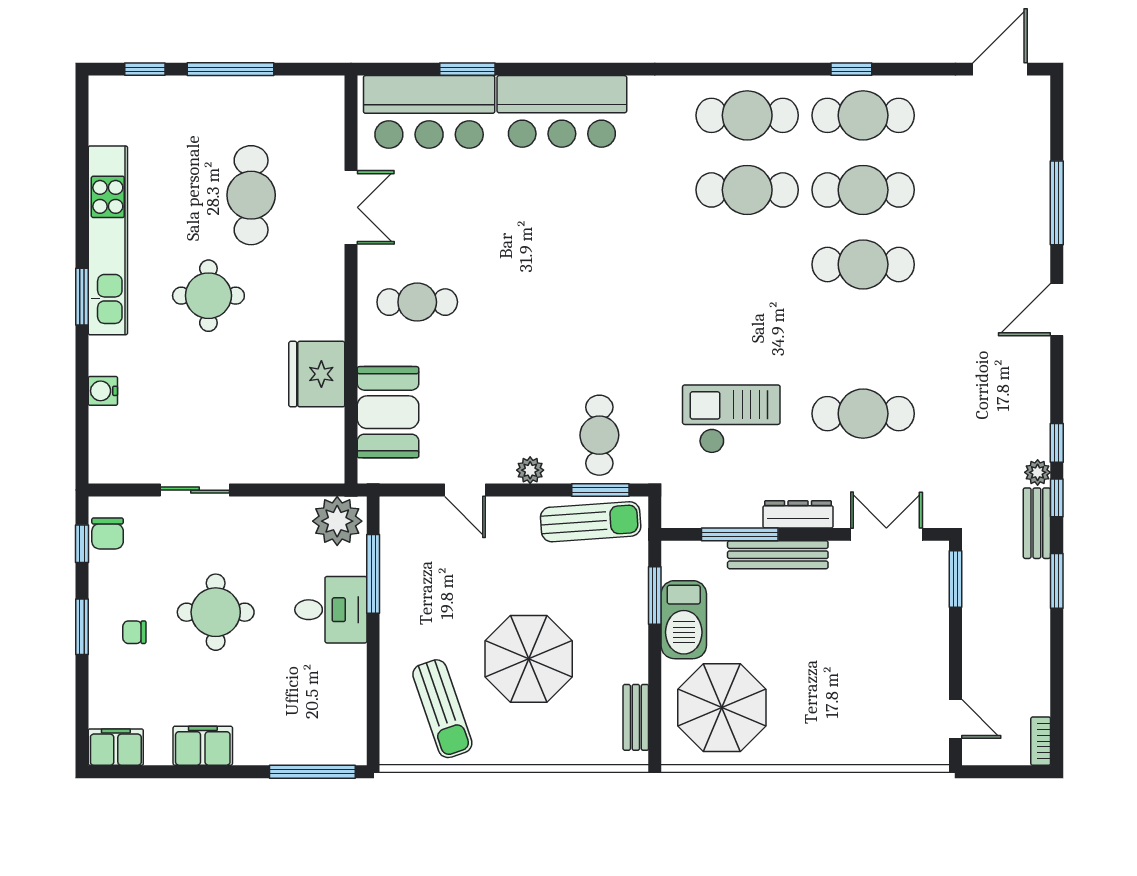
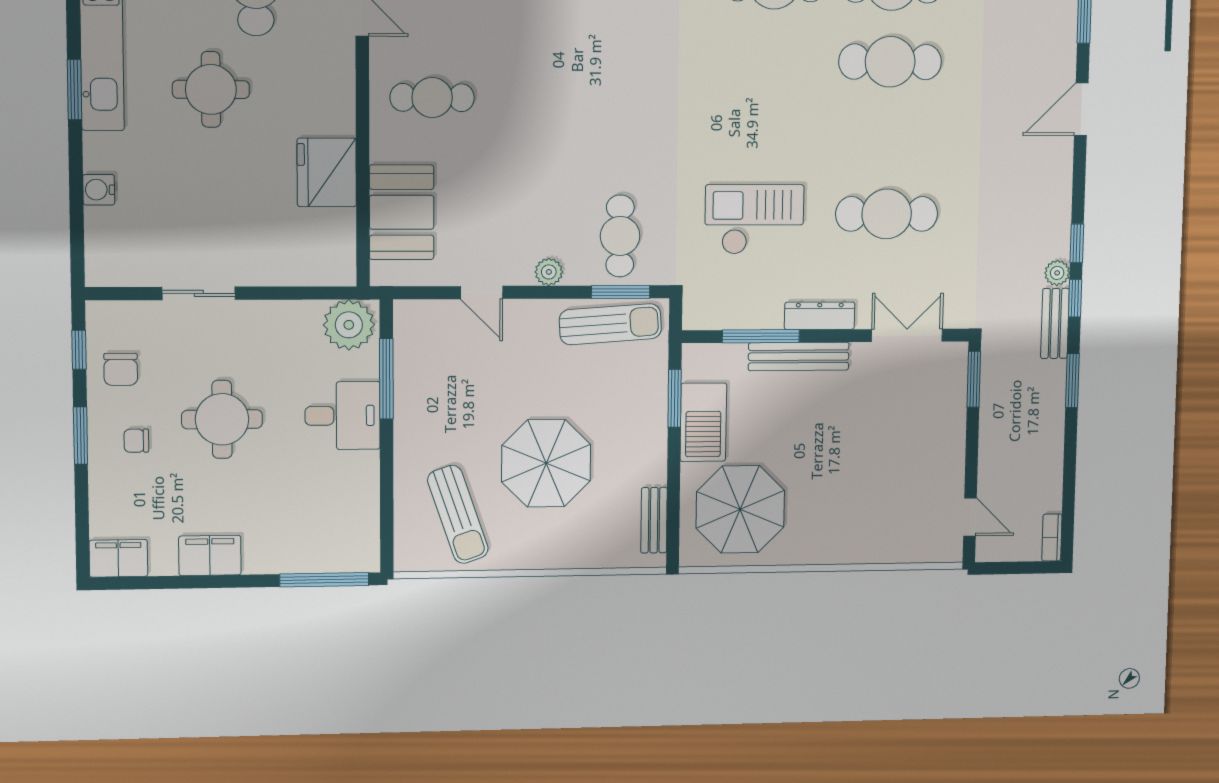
chair: (108, 533) -> (121, 369), moved

